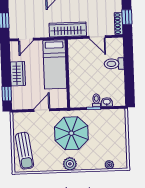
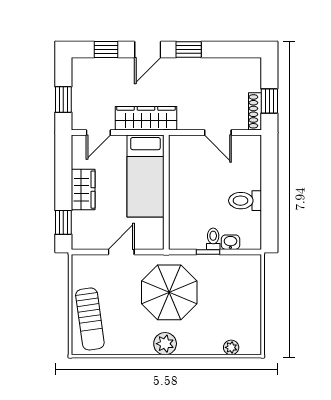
wardrobe: (68, 29) -> (146, 118), moved
toilet: (114, 64) -> (245, 201), moved

